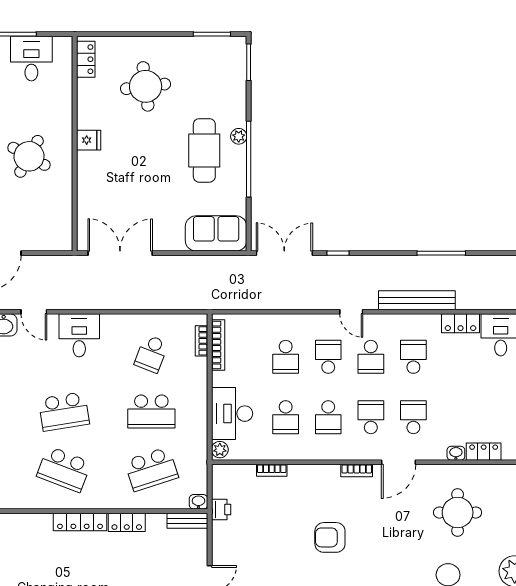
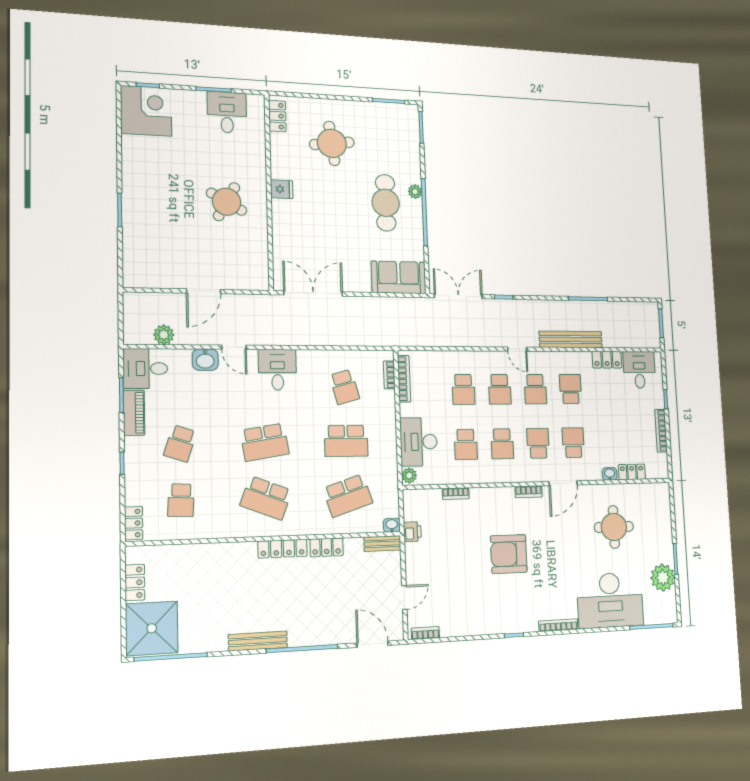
school desk: (151, 354) -> (344, 387), turned -36
school desk: (328, 357) -> (500, 389), turned 180
armchair: (330, 537) -> (509, 554), width x1.36, depth x1.36

